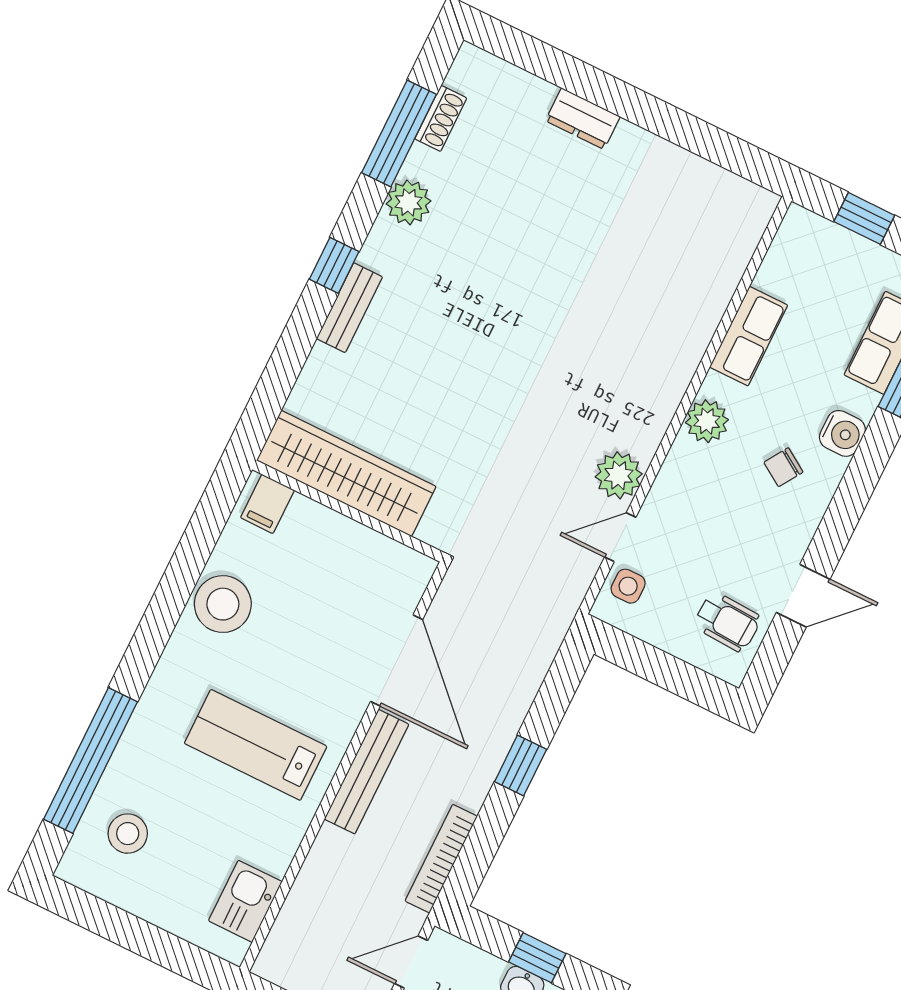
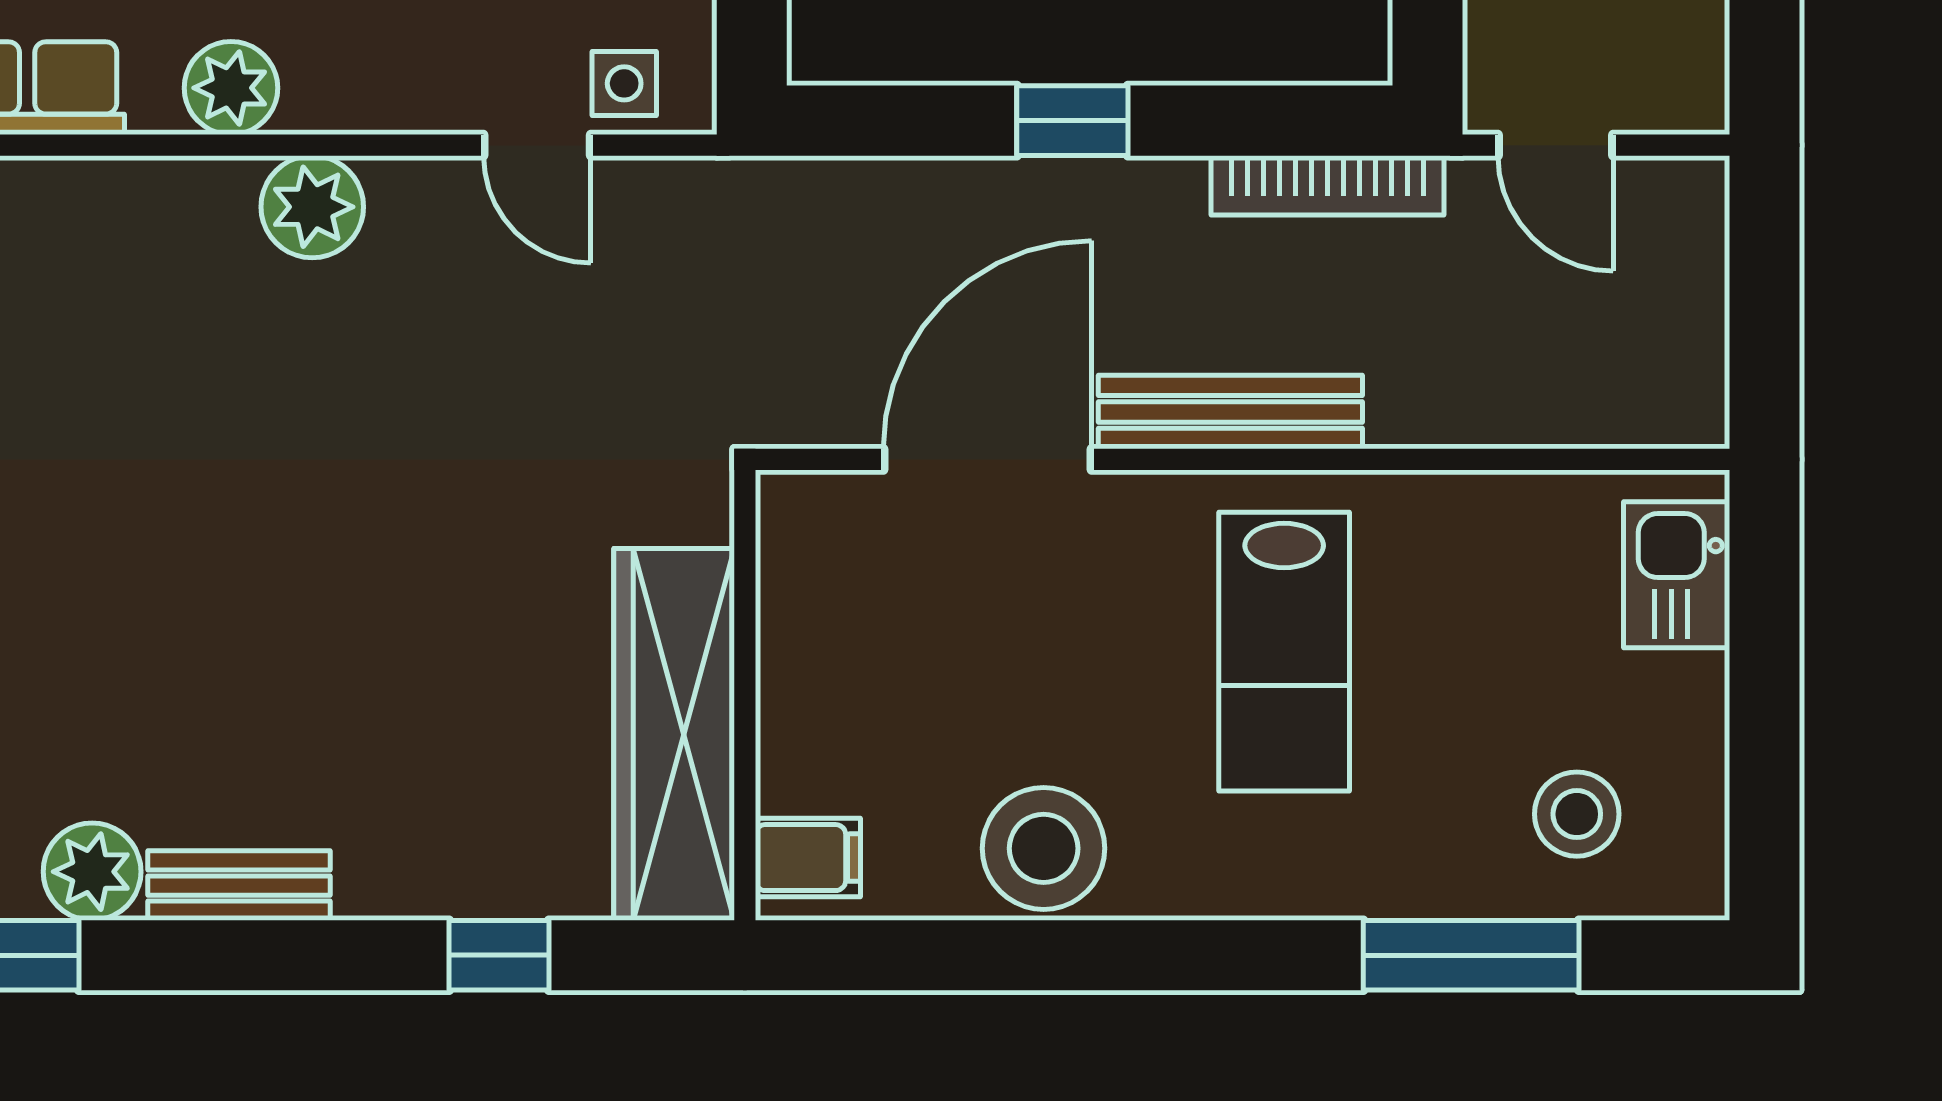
window: (334, 265) -> (499, 955), moved
bench: (349, 308) -> (239, 886), moved
plant: (619, 475) -> (312, 207), moved
window: (91, 760) -> (1471, 955), width x0.68
kitchen sink: (245, 901) -> (1677, 575), moved, turned 90

